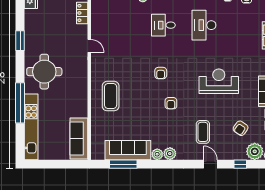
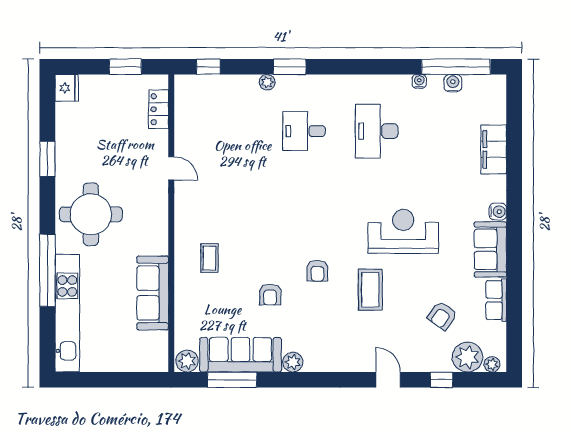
armchair: (161, 73) -> (270, 295), moved
coffee table: (111, 96) -> (210, 258), width x0.54, depth x0.58
coffee table: (203, 132) -> (370, 290), moved
sofa: (79, 139) -> (153, 293), moved
plant: (170, 154) -> (187, 361), moved

